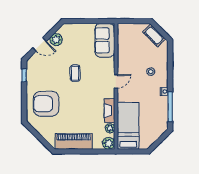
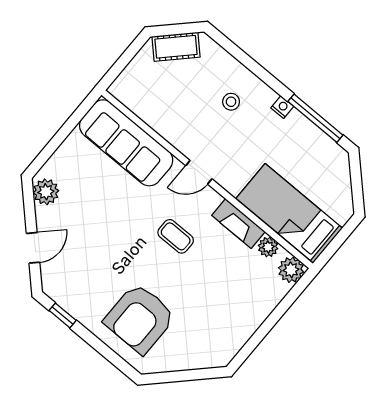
plant: (56, 40) -> (46, 192), moved
sofa: (105, 40) -> (126, 143), width x1.36
coffee table: (75, 73) -> (176, 236), moved
door: (116, 81) -> (199, 172), swing flipped
piano: (74, 141) -> (240, 325), removed

